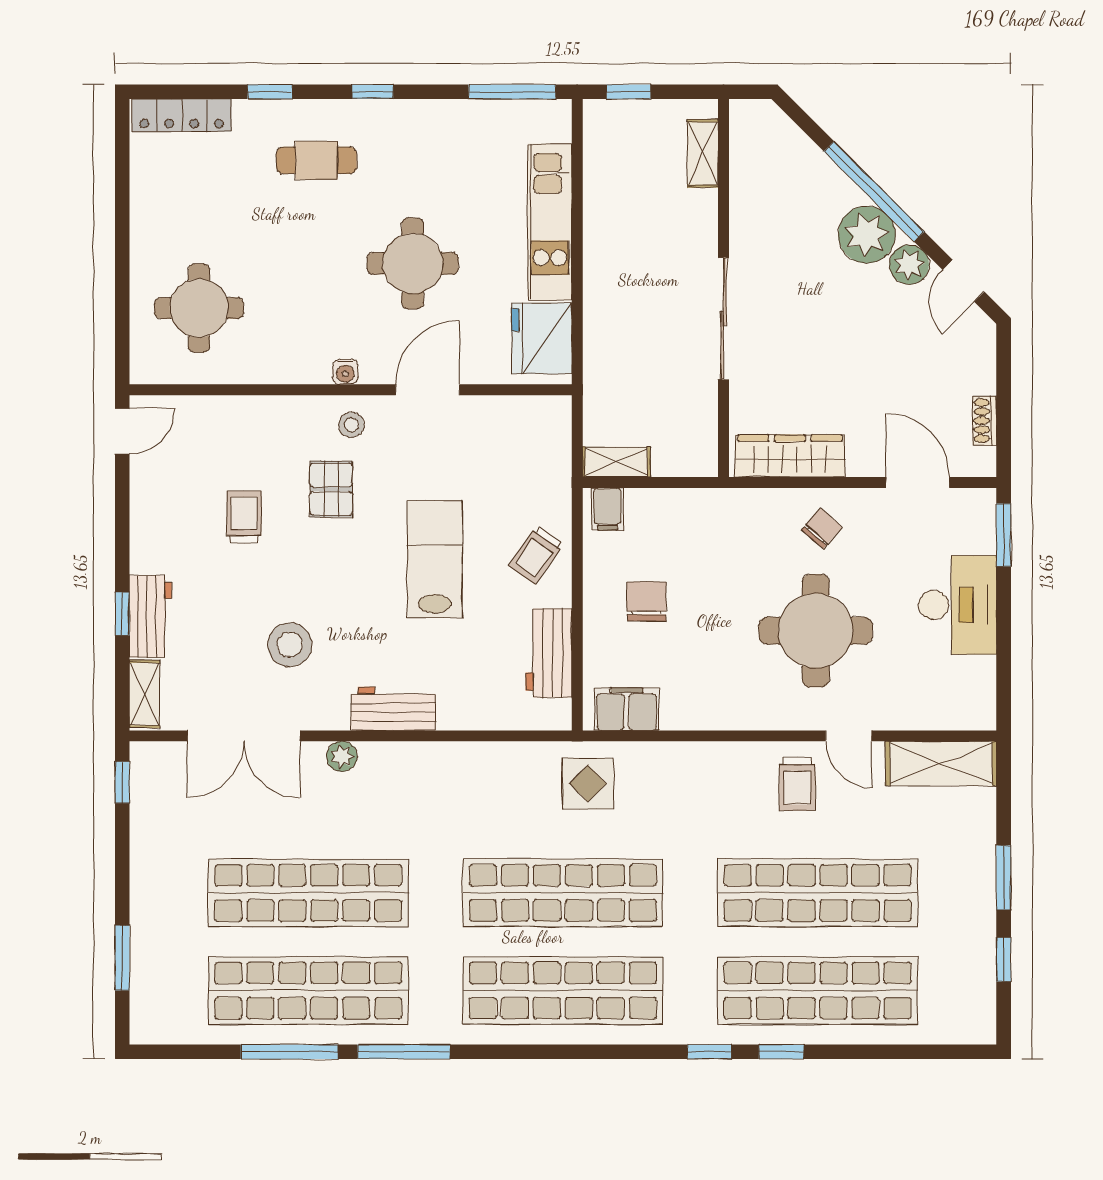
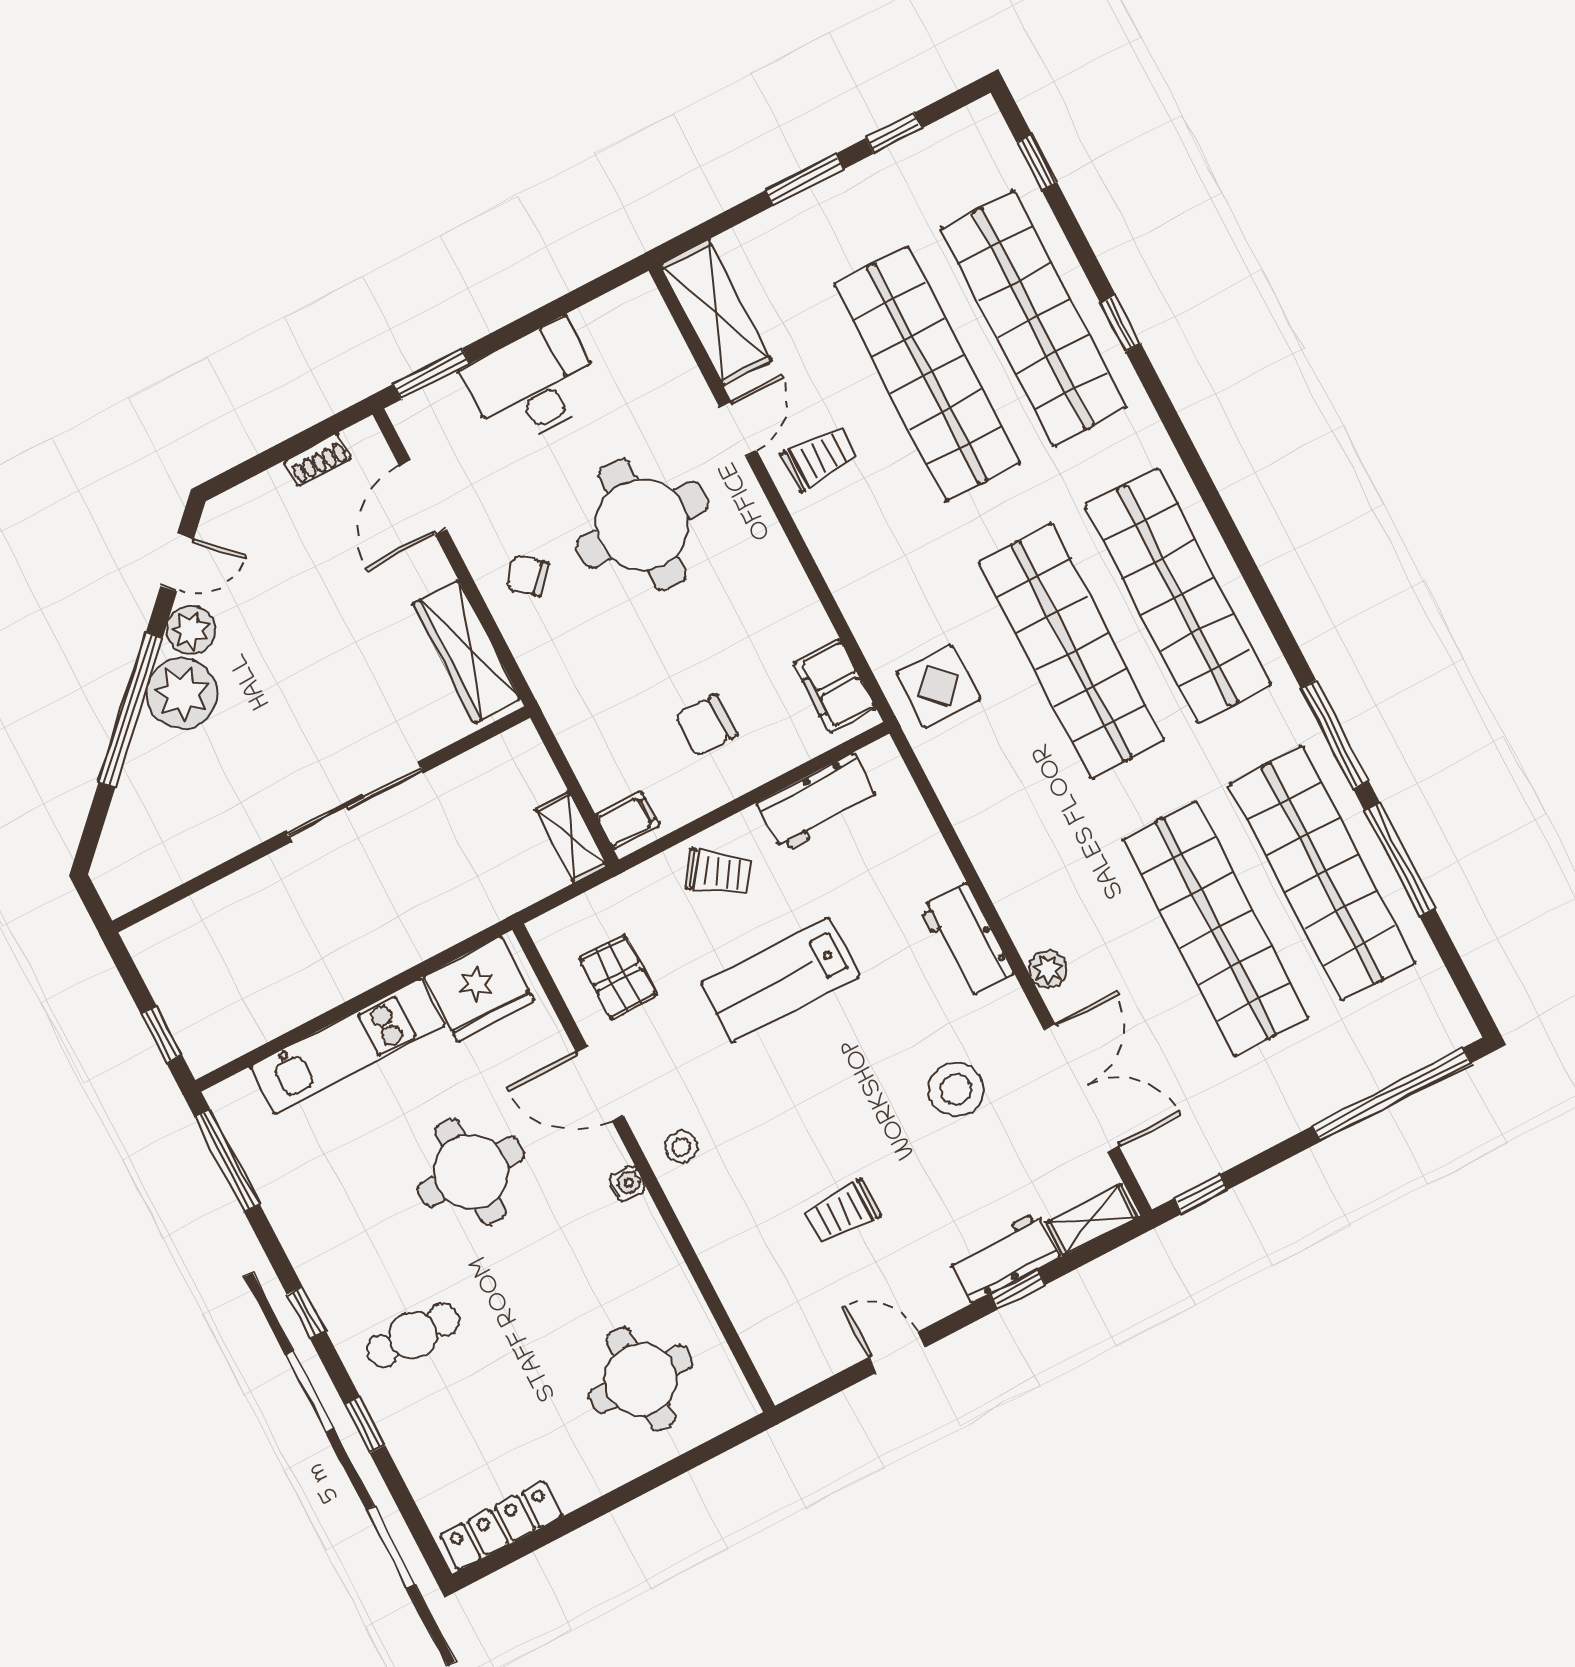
locker: (182, 115) -> (501, 1525), moved, turned -90
shelving: (703, 153) -> (186, 918), removed
cafe table: (316, 160) -> (413, 1335), turned 90
door: (122, 431) -> (897, 1352), moved
pallet: (331, 489) -> (618, 977), moved, turned 90
window: (122, 958) -> (1392, 1095), width x2.11
window: (709, 1052) -> (1037, 162), moved

